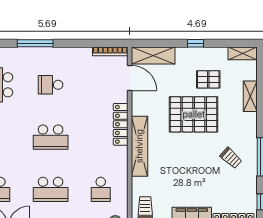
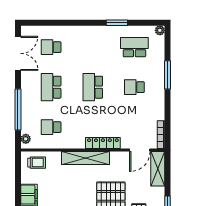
school desk: (51, 85) -> (134, 87), turned -90

